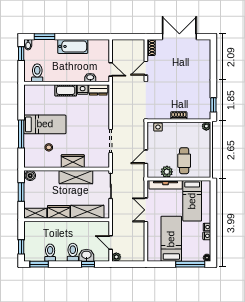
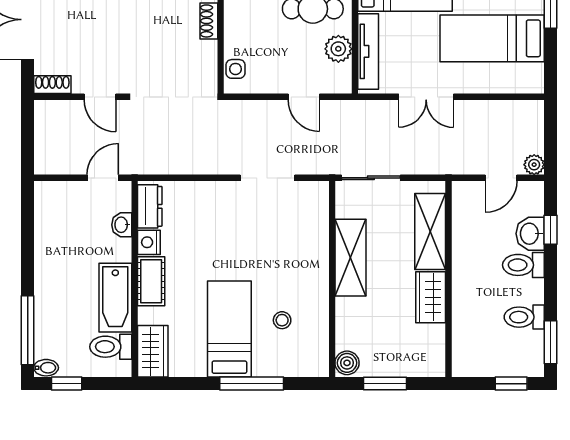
window: (44, 37) -> (28, 330), width x1.44
bathtub: (73, 46) -> (115, 298), moved, turned 180
wardrobe: (73, 161) -> (153, 351), moved, turned 180
shelving: (35, 213) -> (434, 351), removed

